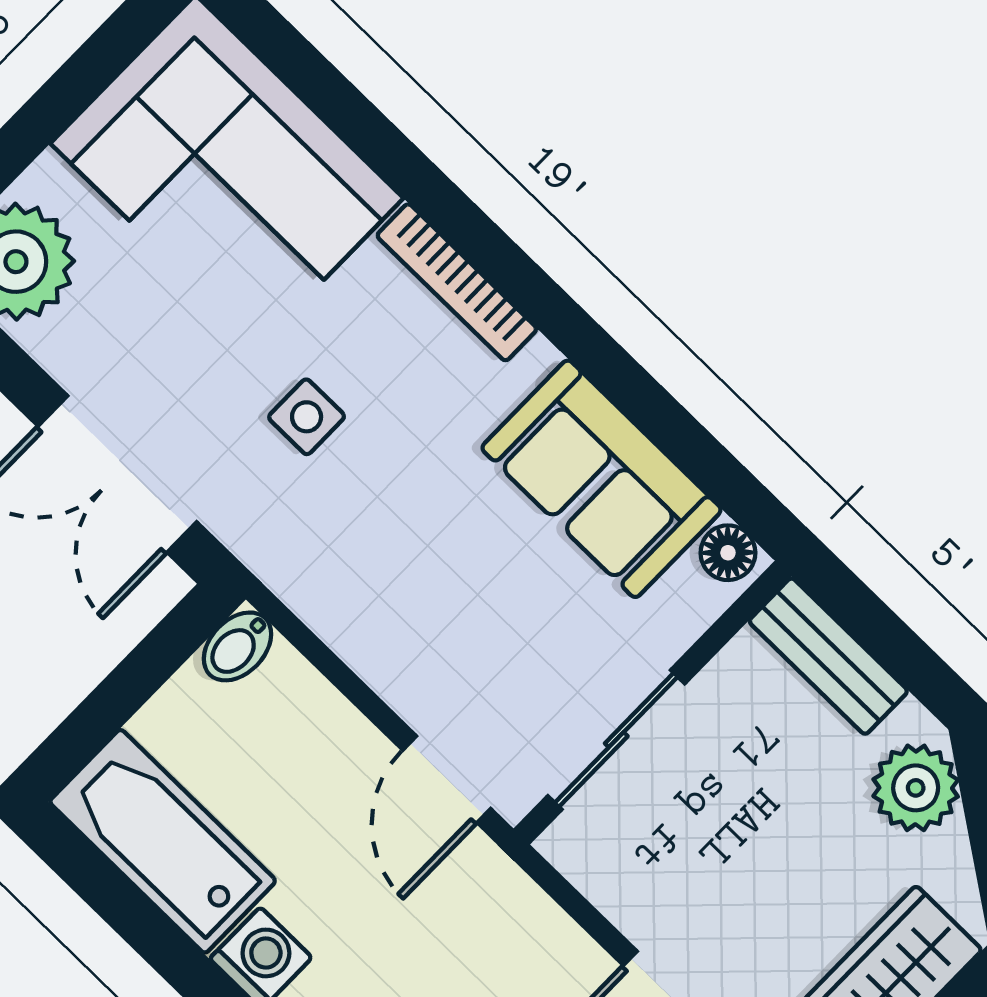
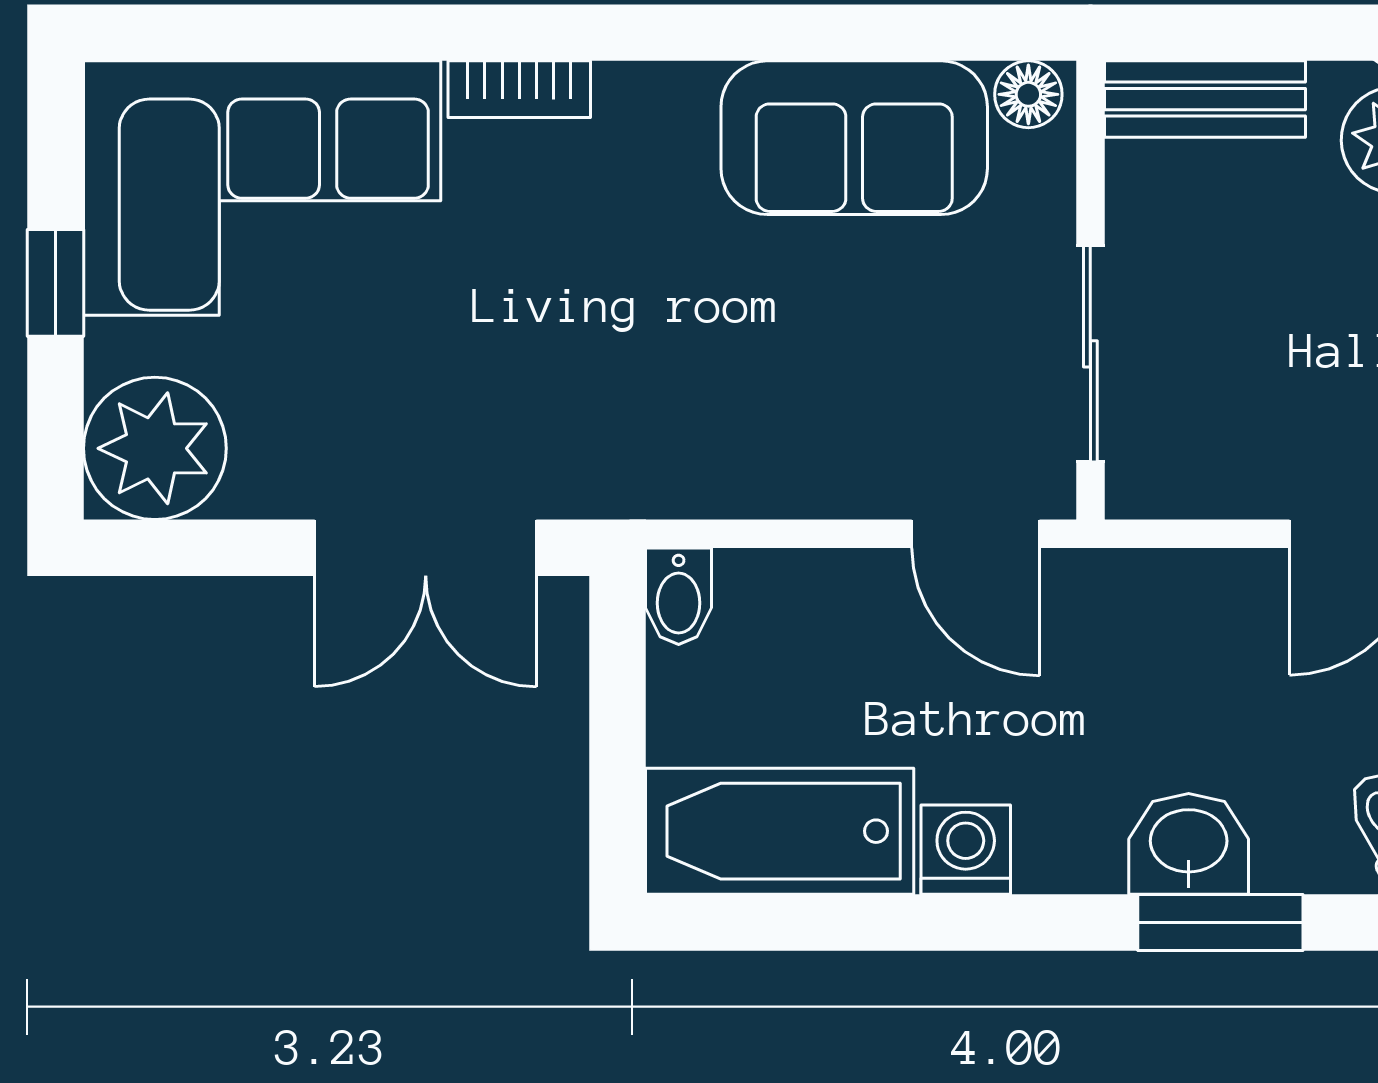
window: (52, 108) -> (55, 283), added
bookcase: (457, 282) -> (519, 89), width x0.64
side table: (307, 417) -> (542, 336), removed

